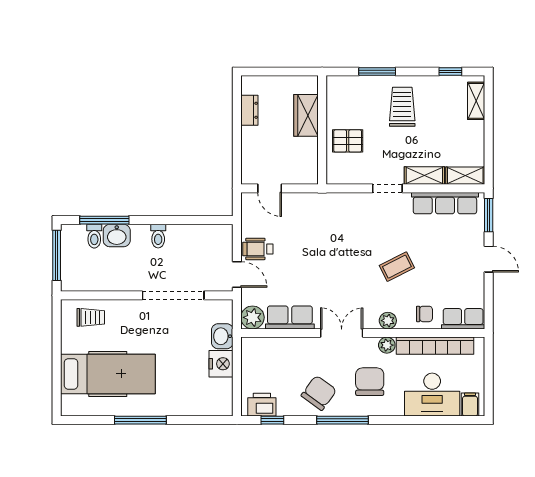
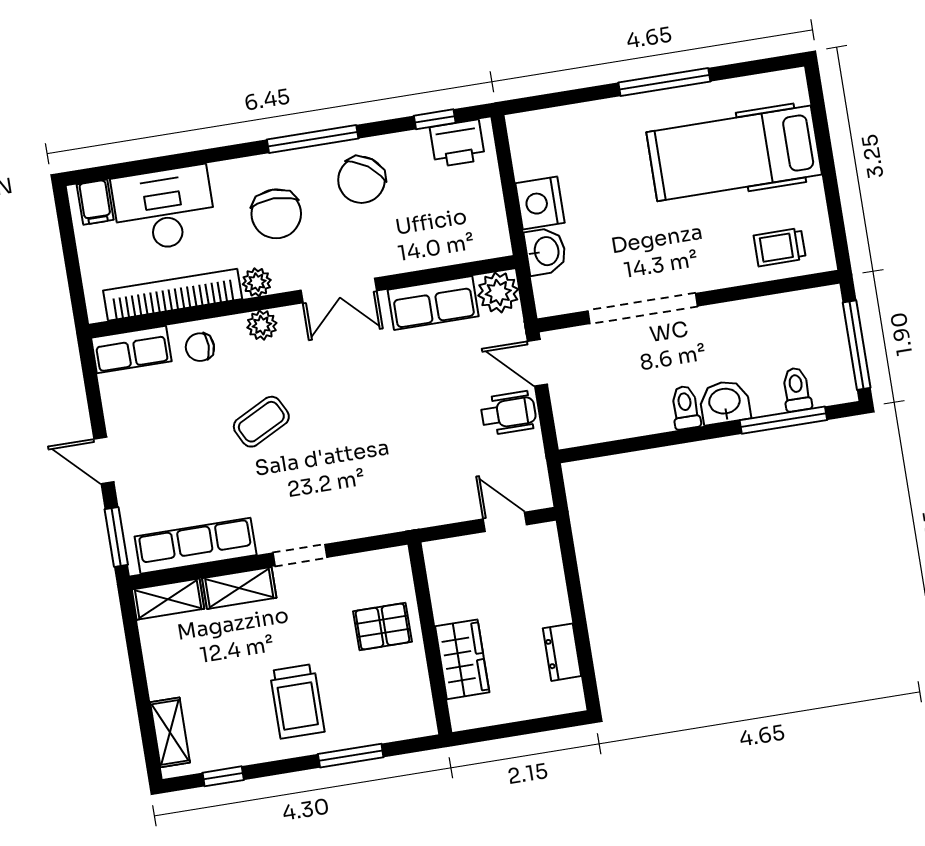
washbasin: (117, 235) -> (725, 402), moved

